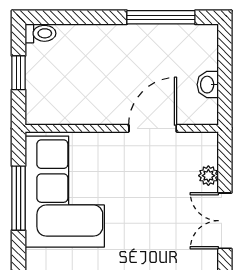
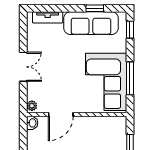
washbasin: (208, 85) -> (32, 123), moved
plant: (208, 176) -> (32, 106), moved

